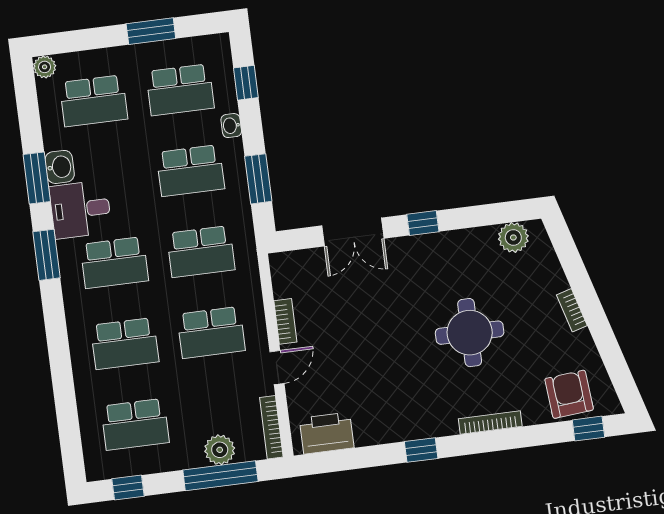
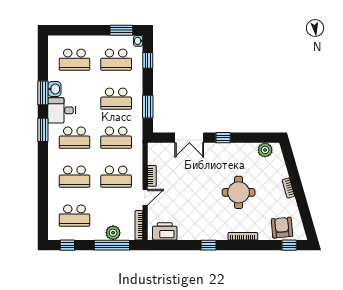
window: (151, 31) -> (121, 30), moved
plant: (45, 67) -> (53, 41), removed
washbasin: (231, 126) -> (138, 41), moved

